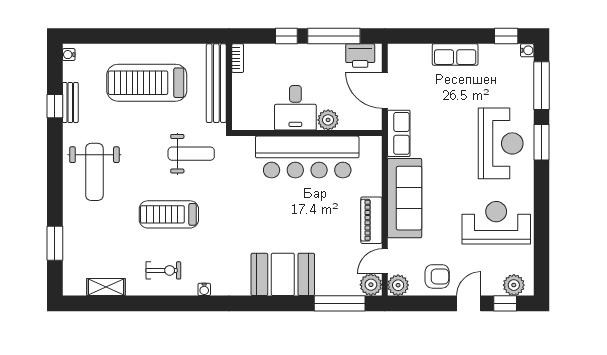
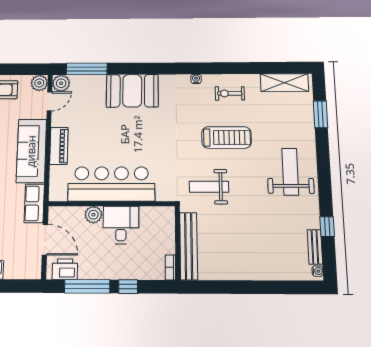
treadmill: (147, 83) -> (249, 247), removed
bench: (70, 103) -> (315, 247), moved
piano: (371, 220) -> (59, 146), moved
shelving: (106, 287) -> (284, 83), width x1.50, depth x1.33

